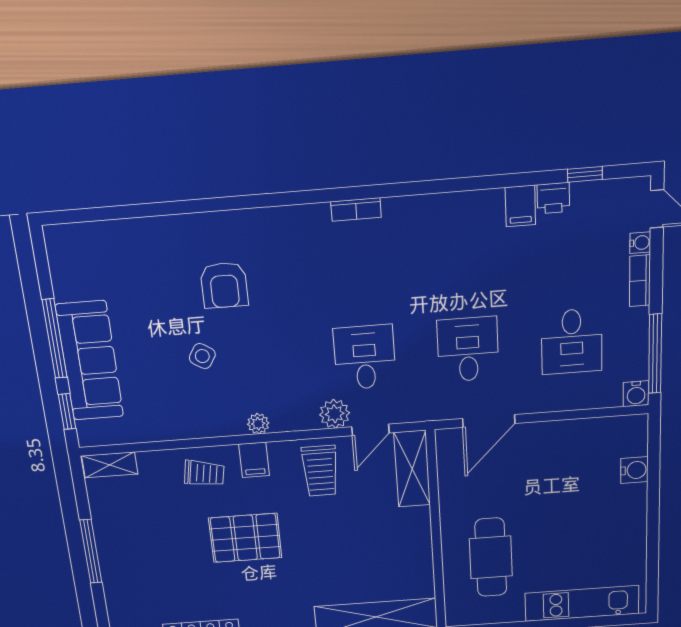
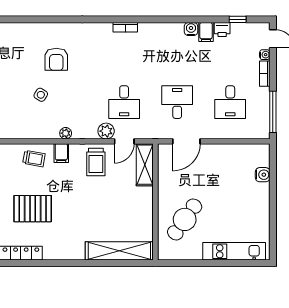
desk: (365, 357) -> (124, 102), turned 180
water cooler: (636, 394) -> (191, 29), moved, turned 180
pallet: (245, 538) -> (33, 209), moved
cafe table: (491, 557) -> (185, 219), turned 35

